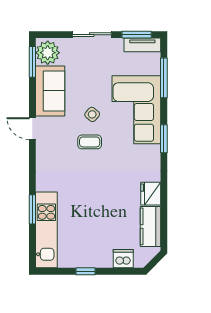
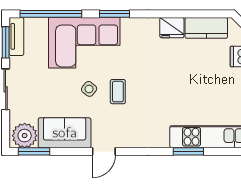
window: (164, 78) -> (51, 14), width x1.46

